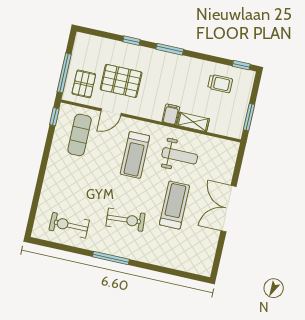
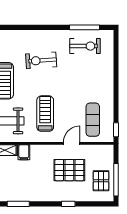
window: (170, 49) -> (18, 204), moved
window: (64, 73) -> (116, 180), moved
pallet: (84, 84) -> (101, 181), moved
window: (111, 258) -> (84, 27), moved

